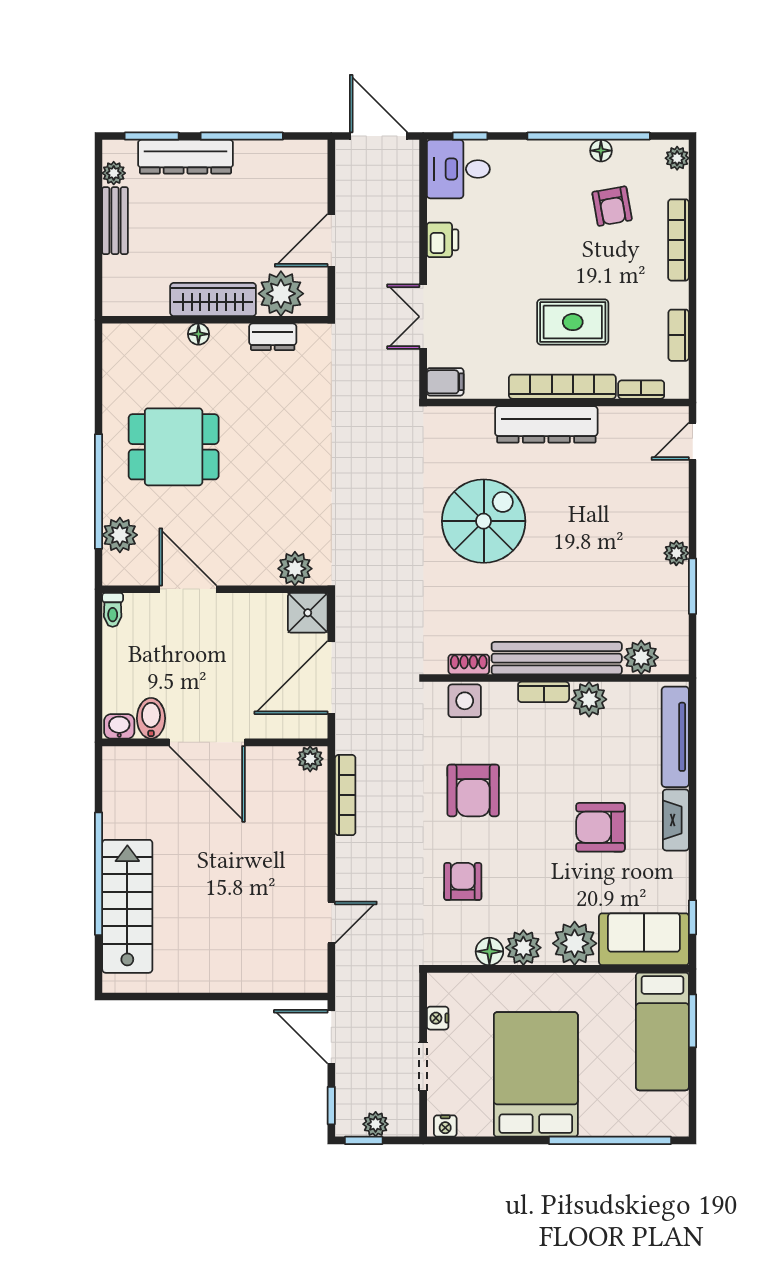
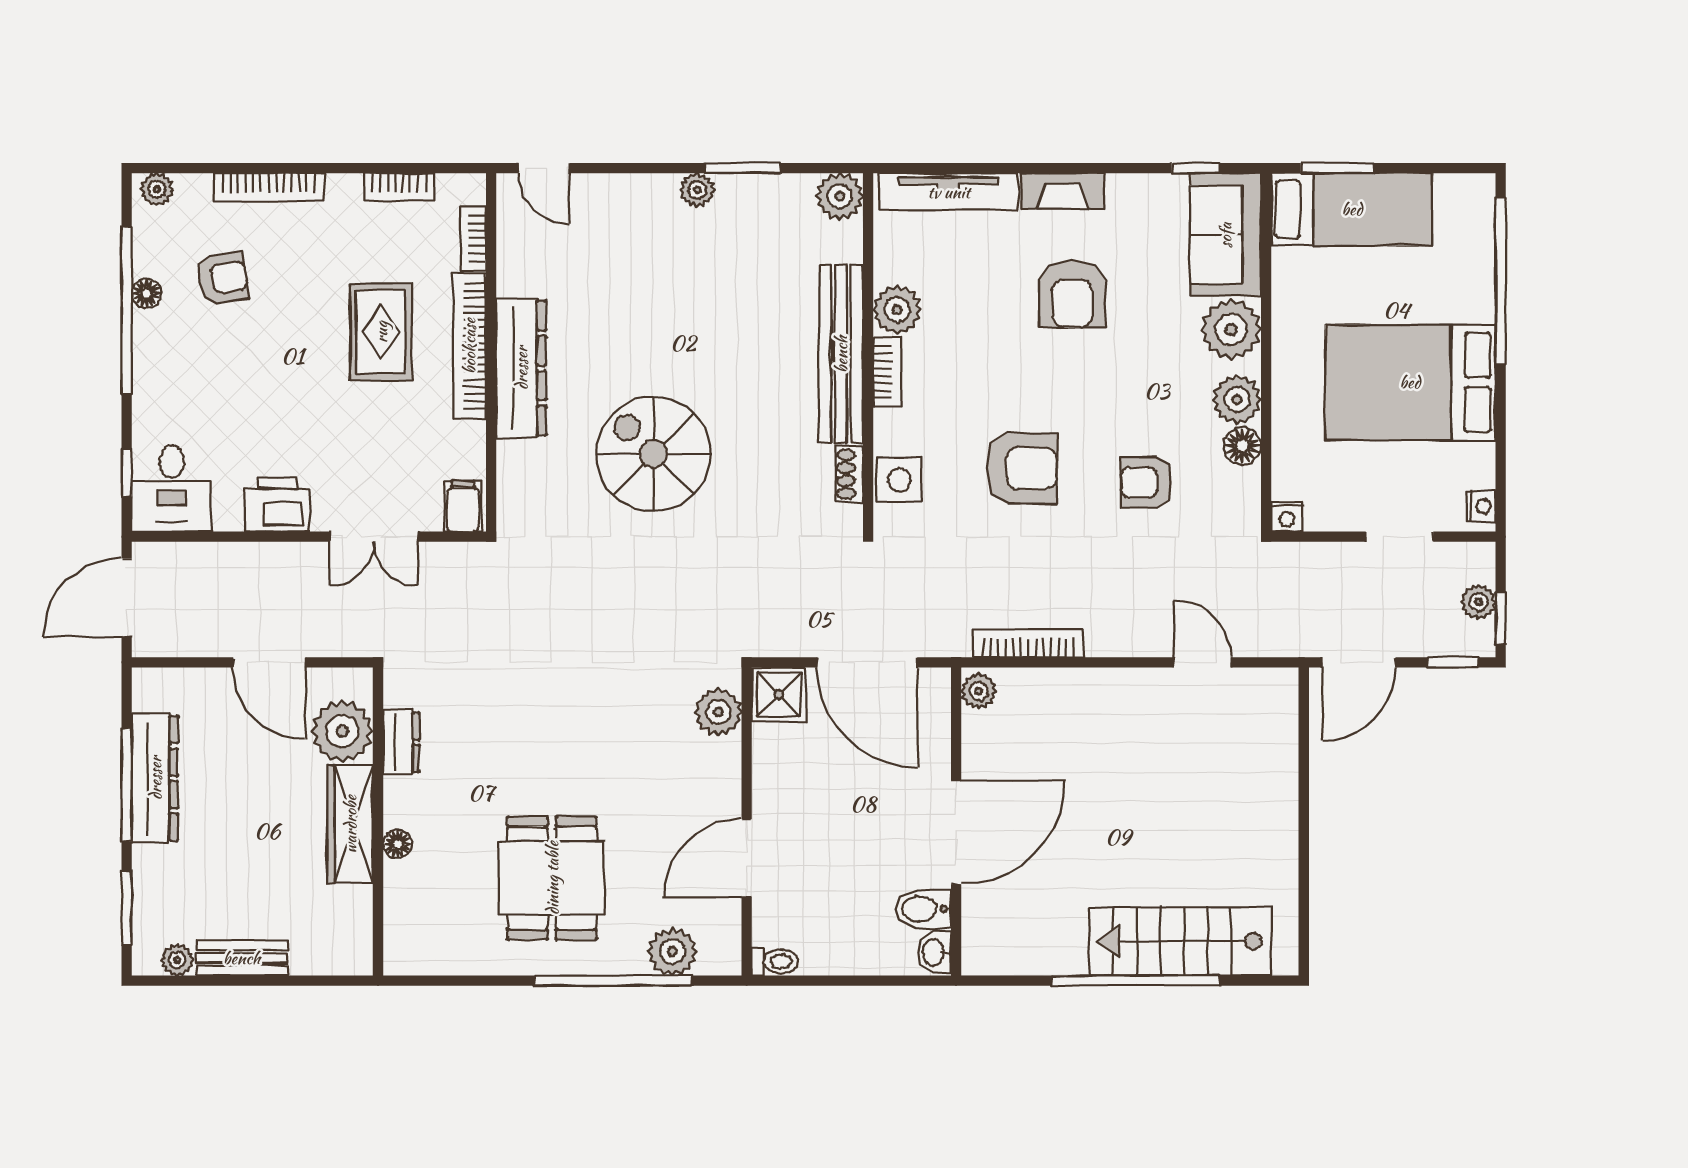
dresser: (186, 157) -> (155, 778), moved
printer: (443, 240) -> (277, 505), width x1.36, depth x1.24
plant: (641, 657) -> (840, 196), moved
nightstand: (438, 1018) -> (1287, 517), moved

